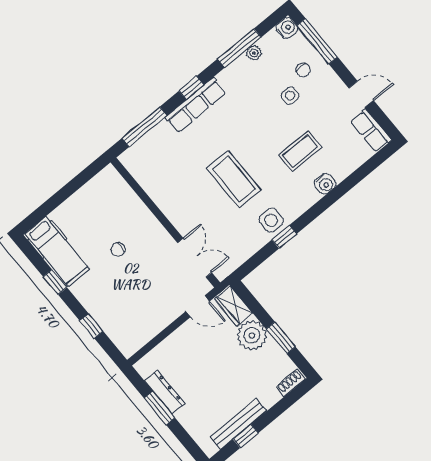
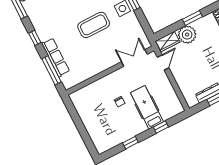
row of seats: (196, 105) -> (56, 57), moved
hospital bed: (57, 251) -> (147, 107), moved, turned -90

